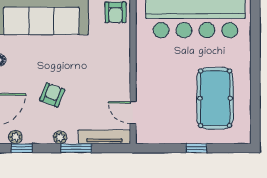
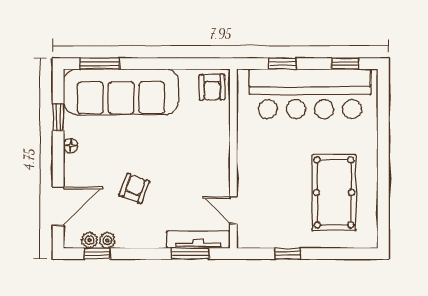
plant: (60, 137) -> (107, 240), moved
window: (76, 148) -> (190, 254), moved
window: (196, 148) -> (288, 254), moved

